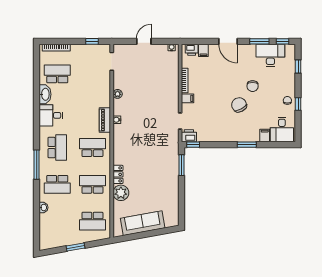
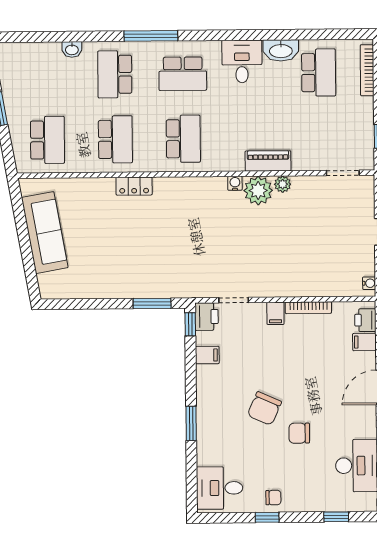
chair: (239, 105) -> (264, 409), turned 142
piano: (105, 120) -> (268, 161), moved
filing cabinet: (265, 136) -> (207, 355), moved
plant: (121, 193) -> (258, 191), moved
school desk: (92, 221) -> (47, 140), turned 180

